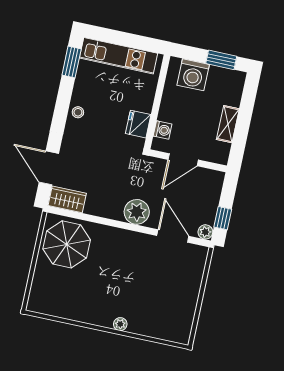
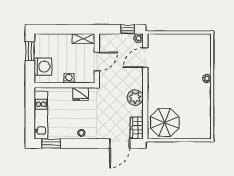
shelving: (228, 124) -> (84, 39), moved
washing machine: (163, 130) -> (69, 78), moved
door: (183, 160) -> (97, 61), hinge flipped
plant: (137, 212) -> (135, 98), moved

